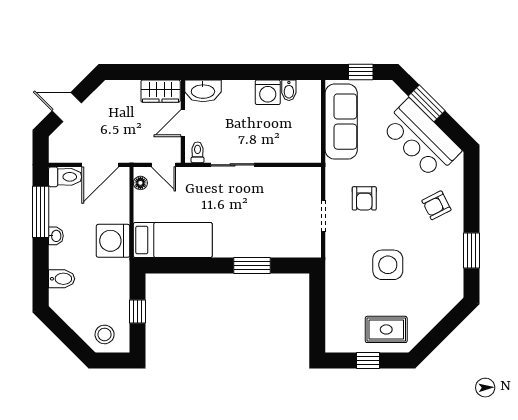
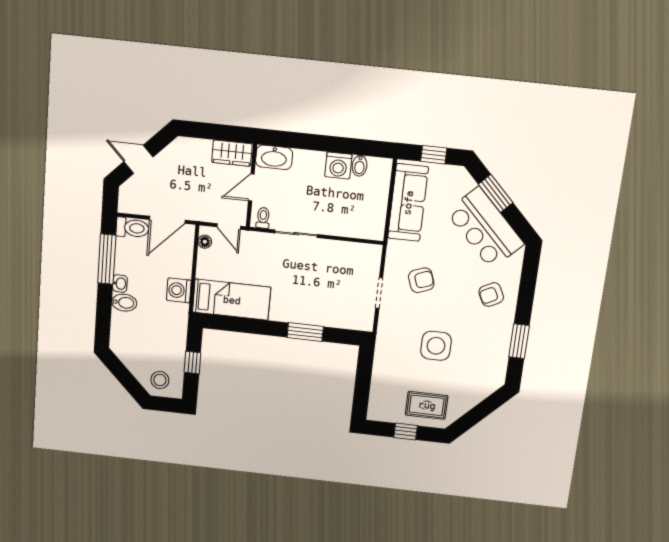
armchair: (364, 198) -> (421, 280), turned -110
washing machine: (113, 241) -> (179, 290), width x0.73, depth x0.73
bidet: (62, 279) -> (124, 303), moved

